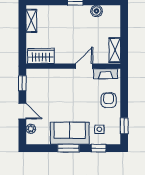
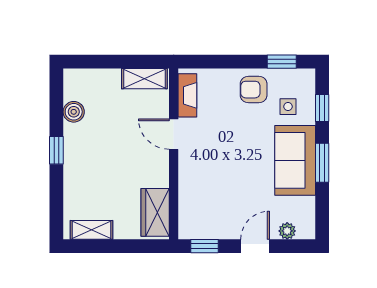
armchair: (109, 100) -> (254, 90), moved

